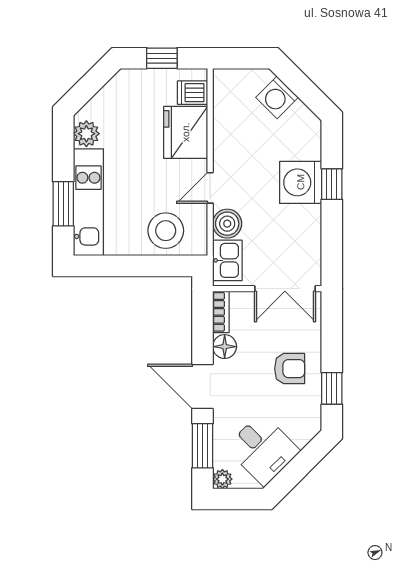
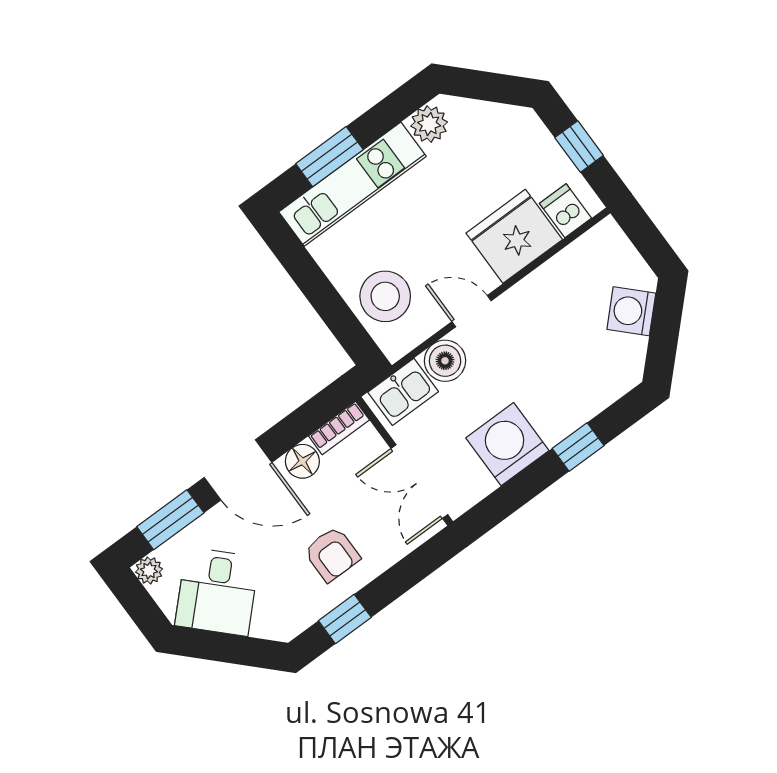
washing machine: (301, 182) -> (507, 444), moved
door: (203, 387) -> (238, 470), swing flipped

